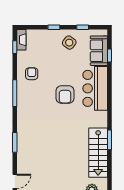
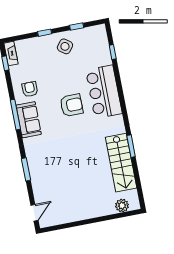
sofa: (99, 51) -> (29, 120), moved, turned 180
armchair: (65, 94) -> (72, 105), turned -90

